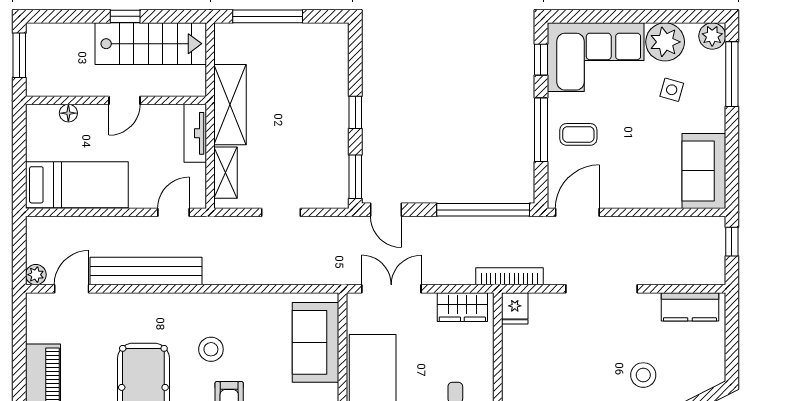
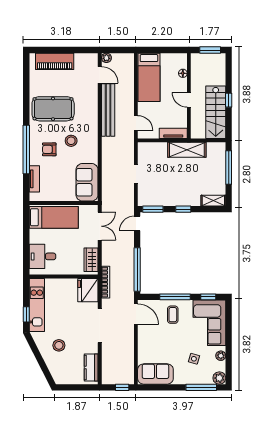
plant: (665, 42) -> (221, 356), width x0.53, depth x0.53
shelving: (226, 173) -> (213, 201), moved
fridge: (515, 308) -> (88, 290), width x1.88, depth x1.34
sofa: (316, 342) -> (87, 182), moved, turned -90

